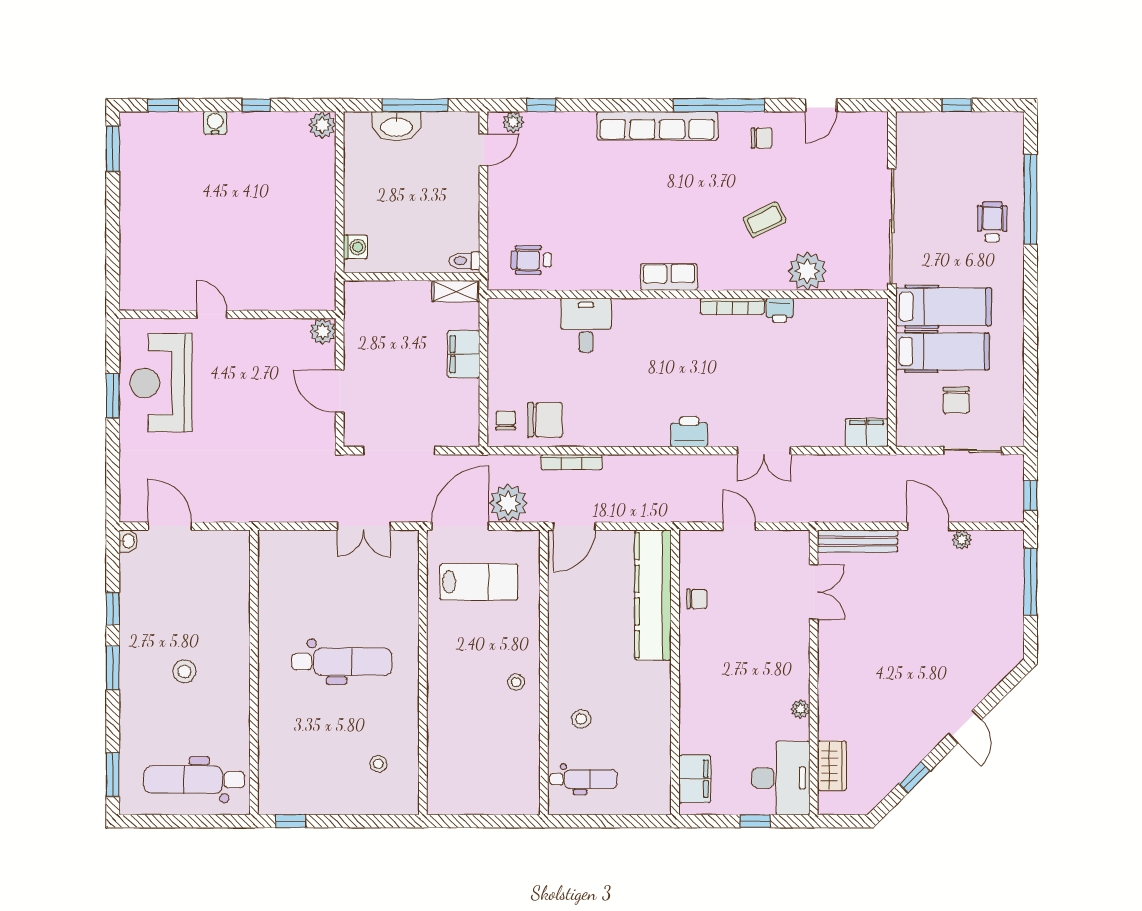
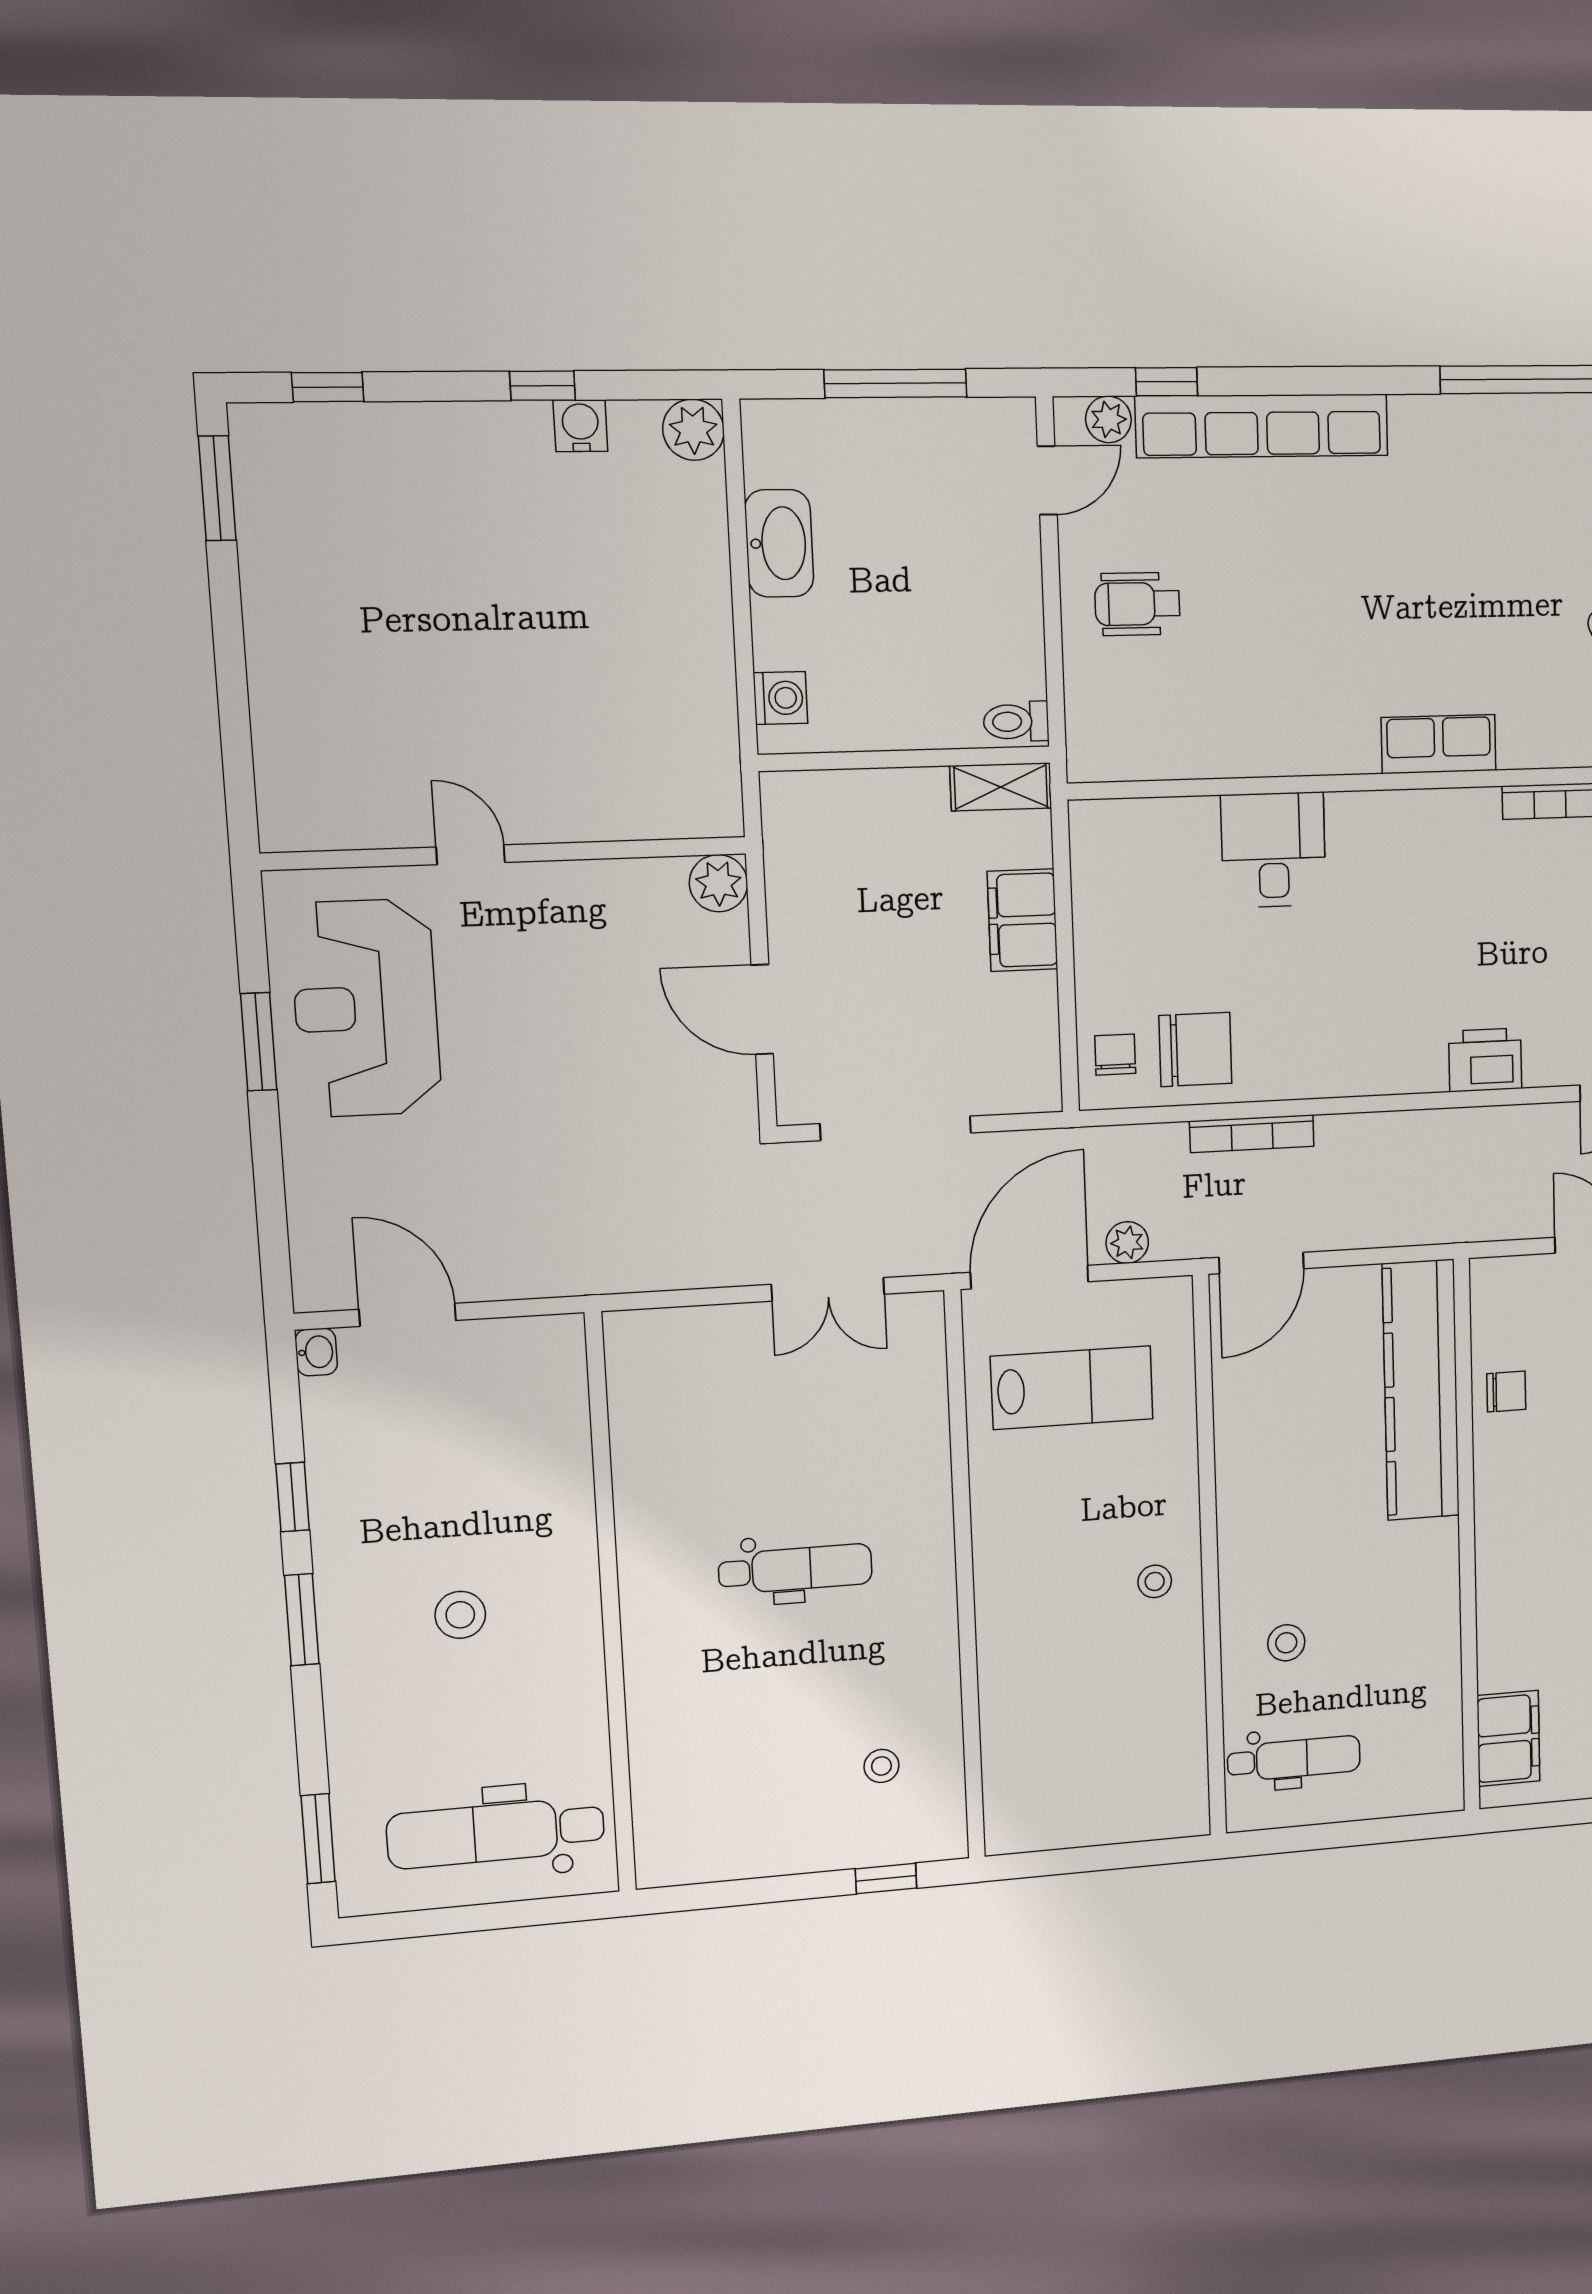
water cooler: (215, 123) -> (580, 426), moved
washbasin: (396, 126) -> (779, 543), moved, turned -90
row of seats: (657, 126) -> (1262, 426), moved
wheelchair: (531, 260) -> (1137, 604), moved
plant: (508, 503) -> (1127, 1243), width x0.53, depth x0.53
dental chair: (342, 662) -> (795, 1569), width x0.73, depth x0.72
window: (291, 821) -> (886, 1878), moved

